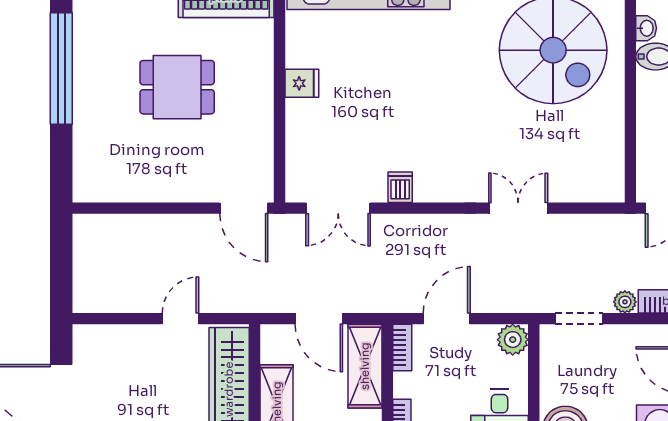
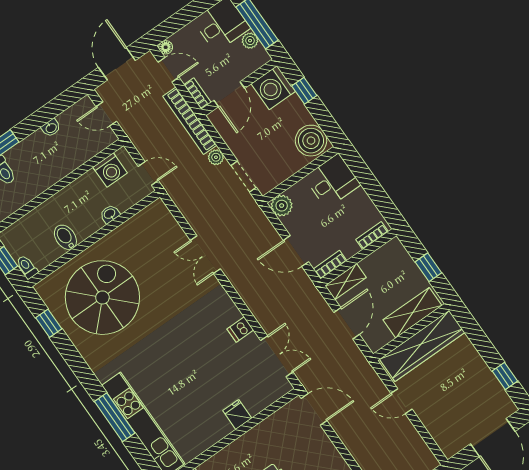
washbasin: (646, 28) -> (110, 214), moved
fridge: (302, 83) -> (237, 414), moved
door: (244, 208) -> (314, 409), hinge flipped
shelving: (365, 366) -> (346, 282), width x0.67, depth x0.75

